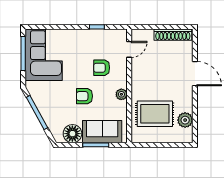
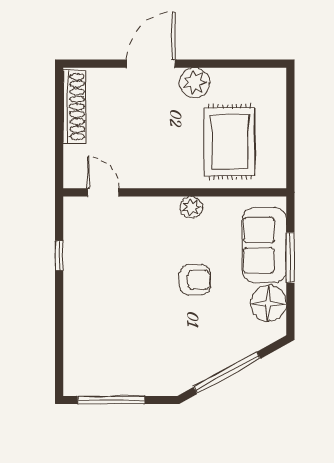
corner sofa: (44, 55) -> (114, 360), removed
armchair: (102, 68) -> (139, 246), removed
armchair: (84, 96) -> (195, 280), turned -90
plant: (185, 120) -> (194, 83), moved

